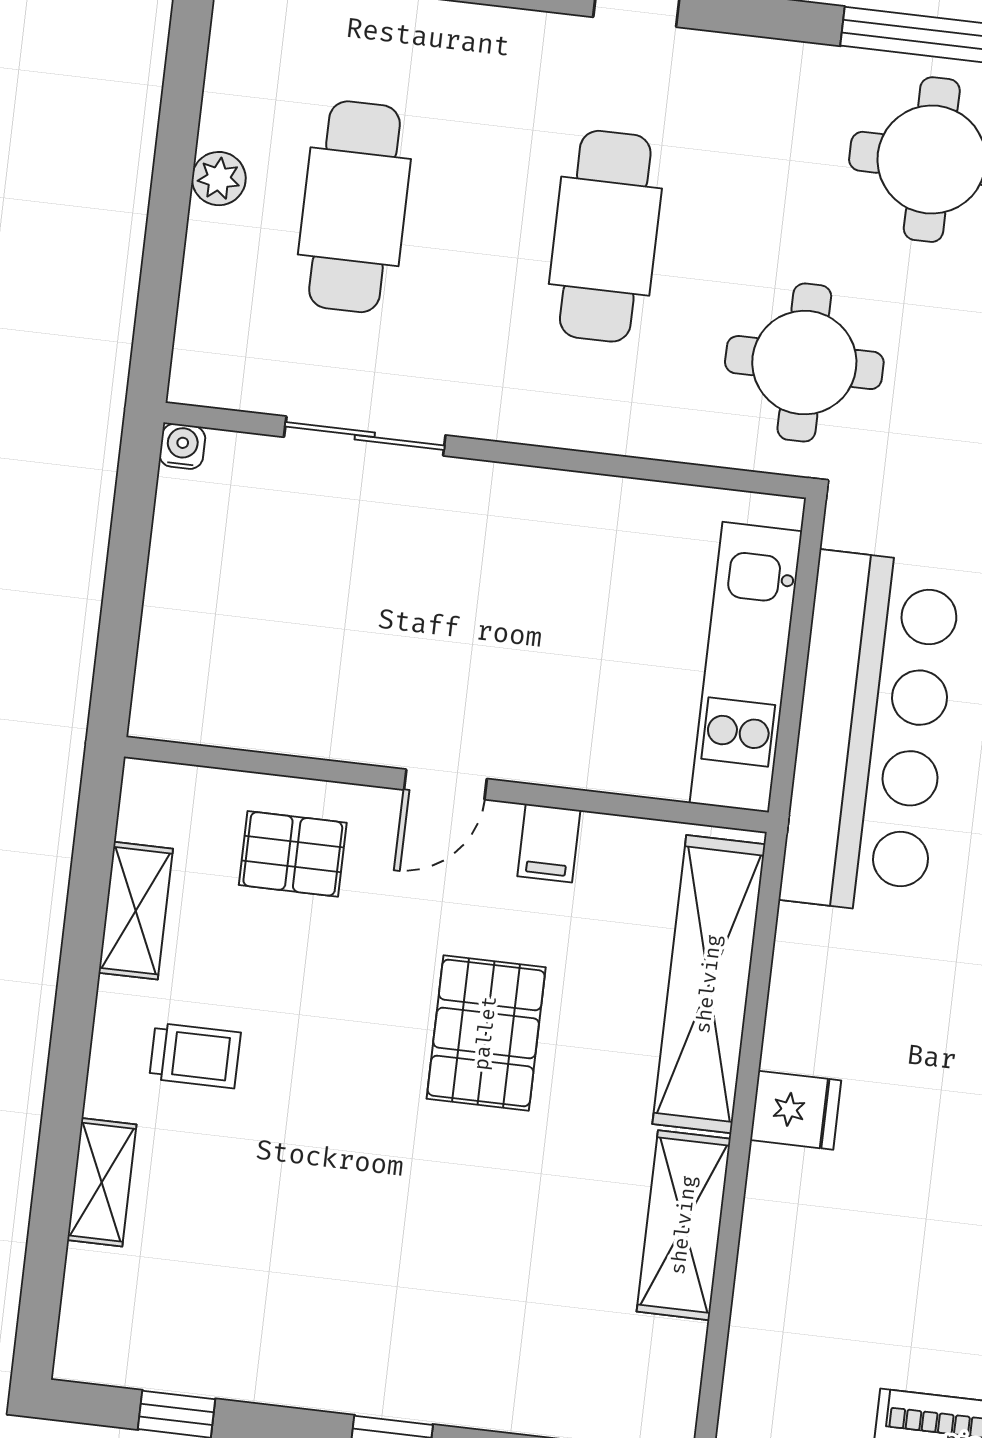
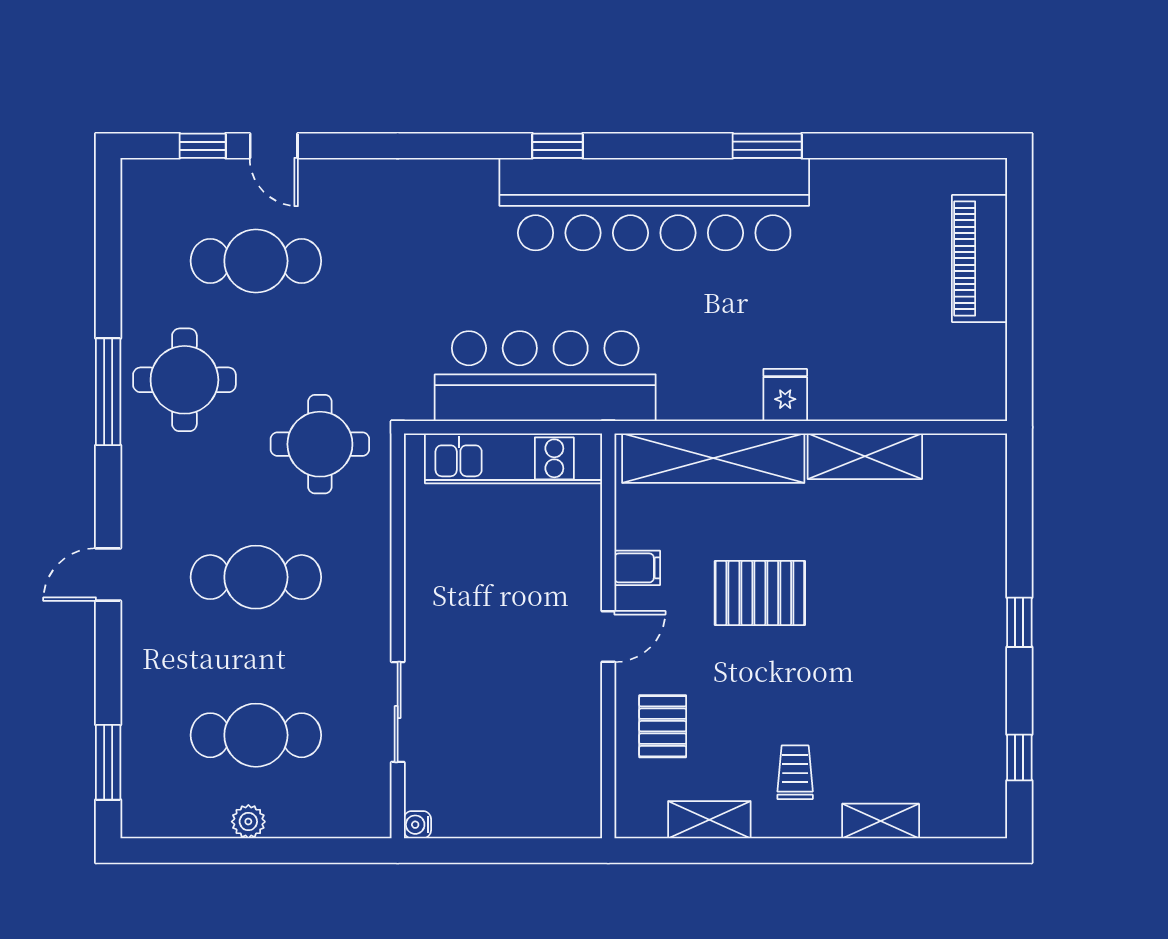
door: (445, 784) -> (608, 637), hinge flipped

